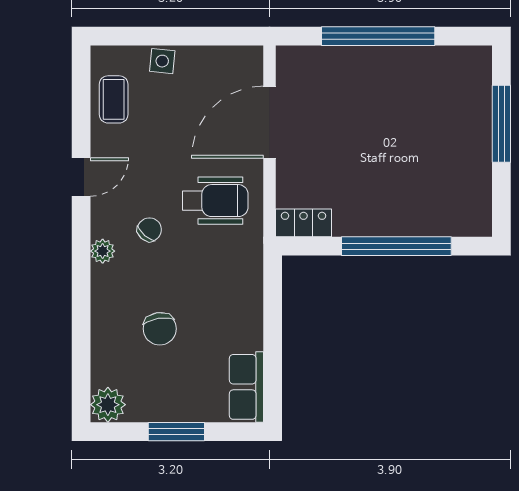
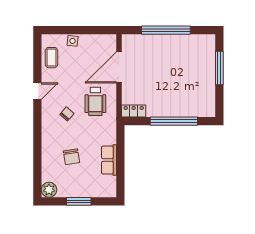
wheelchair: (215, 201) -> (95, 101), turned 90
plant: (103, 251) -> (47, 123), removed
row of seats: (246, 387) -> (109, 160), moved

